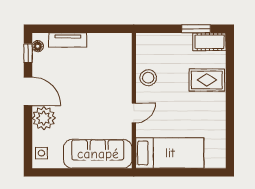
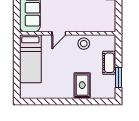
cot: (209, 42) -> (109, 63), moved
door: (134, 113) -> (59, 33), hinge flipped

